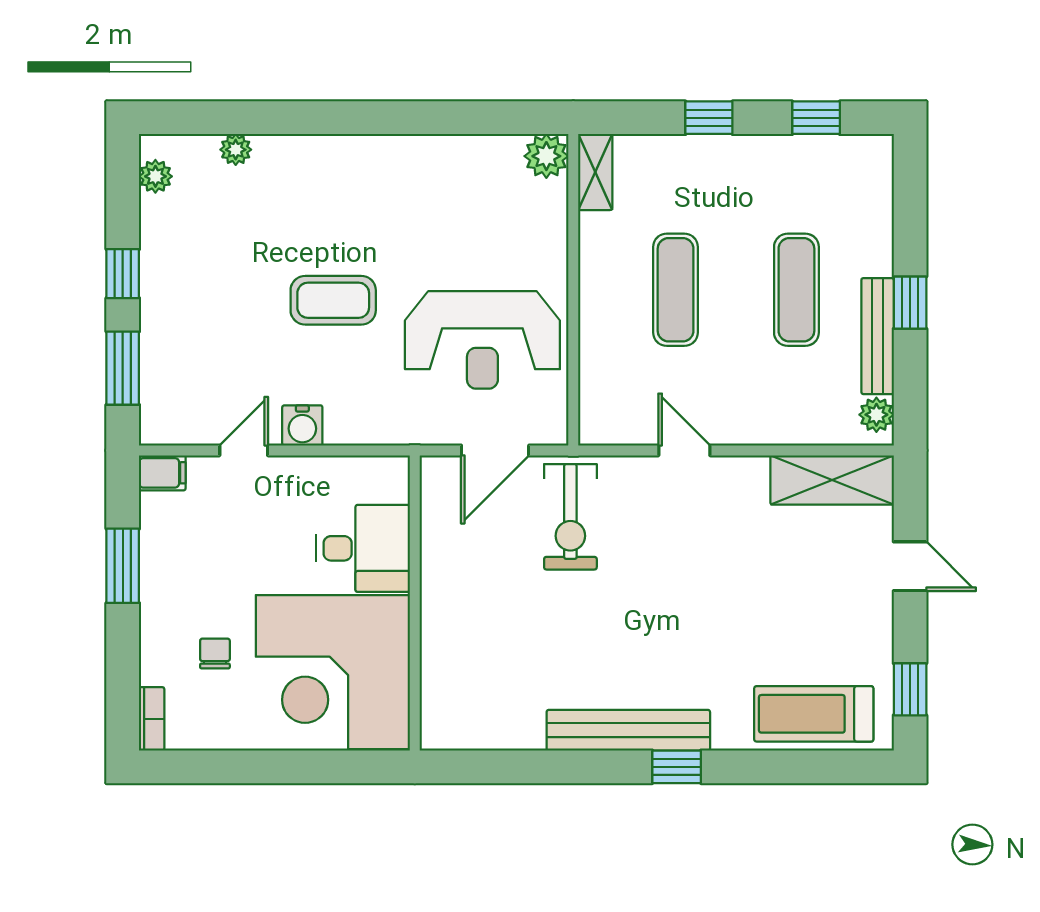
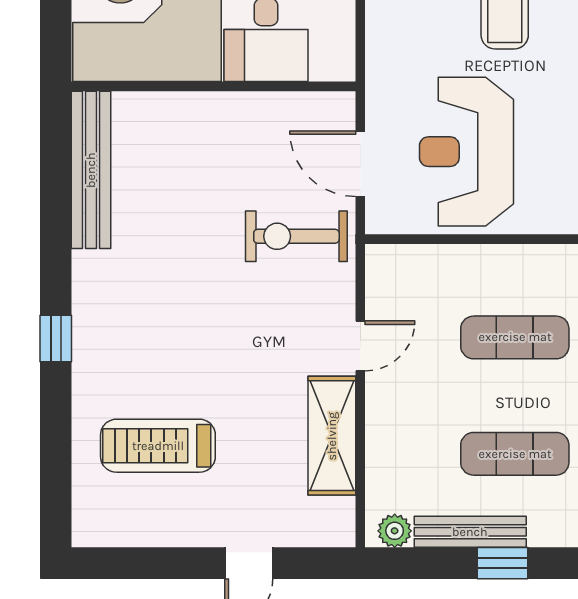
shelving: (832, 480) -> (332, 436), moved
window: (910, 689) -> (130, 563), removed
treadmill: (814, 714) -> (158, 446), moved, turned -90
bench: (628, 730) -> (91, 170), moved

